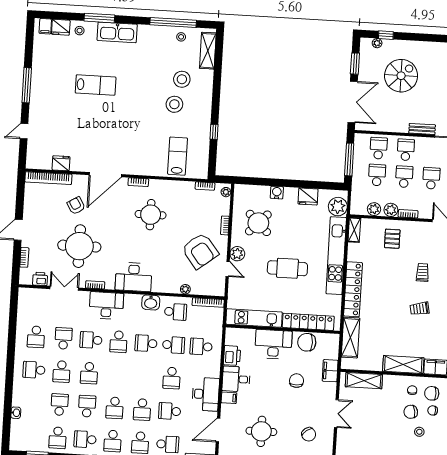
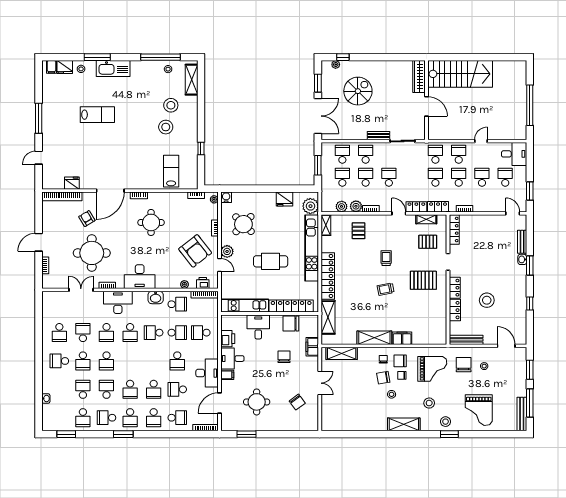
window: (349, 159) -> (318, 165), width x0.69
water cooler: (277, 193) -> (226, 197), moved
printer: (40, 279) -> (203, 283), moved
school desk: (91, 340) -> (106, 333), turned -90
desk: (273, 344) -> (258, 327), width x0.73

